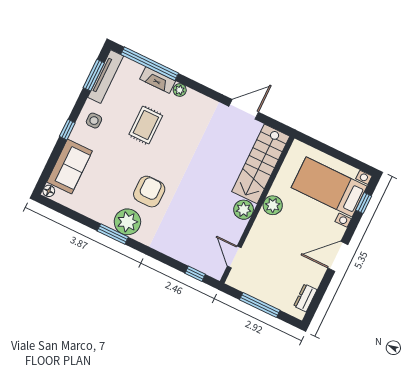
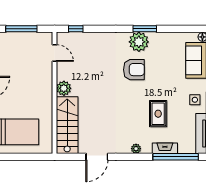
plant: (180, 90) -> (136, 149), moved
armchair: (149, 192) -> (134, 70), turned -90
plant: (273, 205) -> (45, 101), removed

